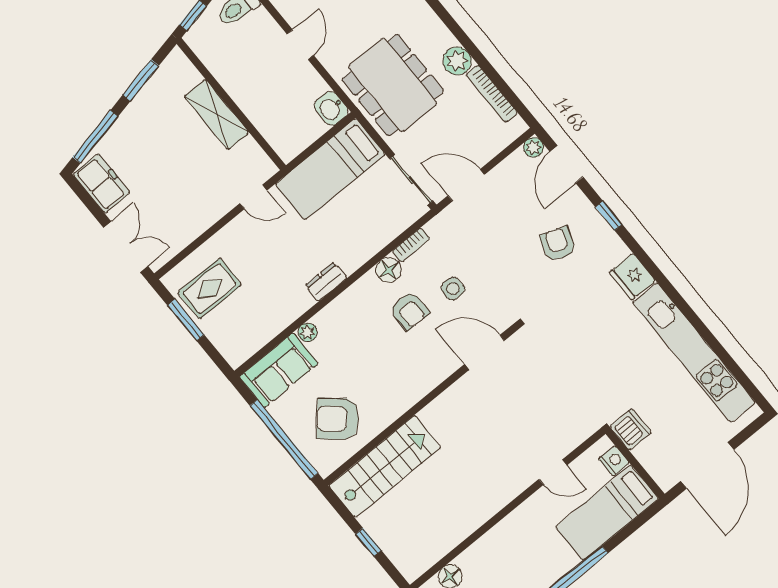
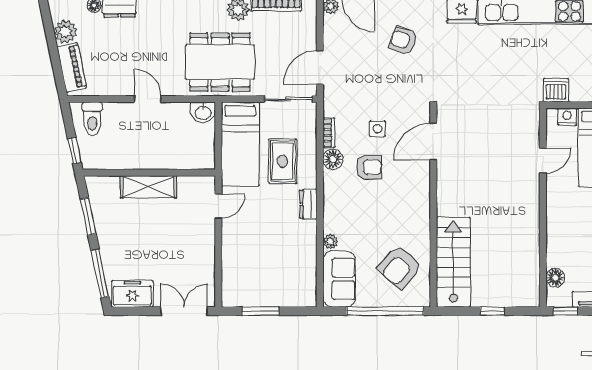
rug: (210, 289) -> (283, 161), moved

